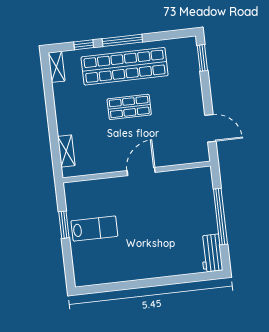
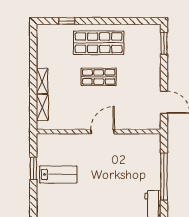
window: (122, 40) -> (99, 21), removed
shop shelf: (125, 66) -> (99, 43), width x0.71
shelving: (57, 67) -> (42, 81), moved

